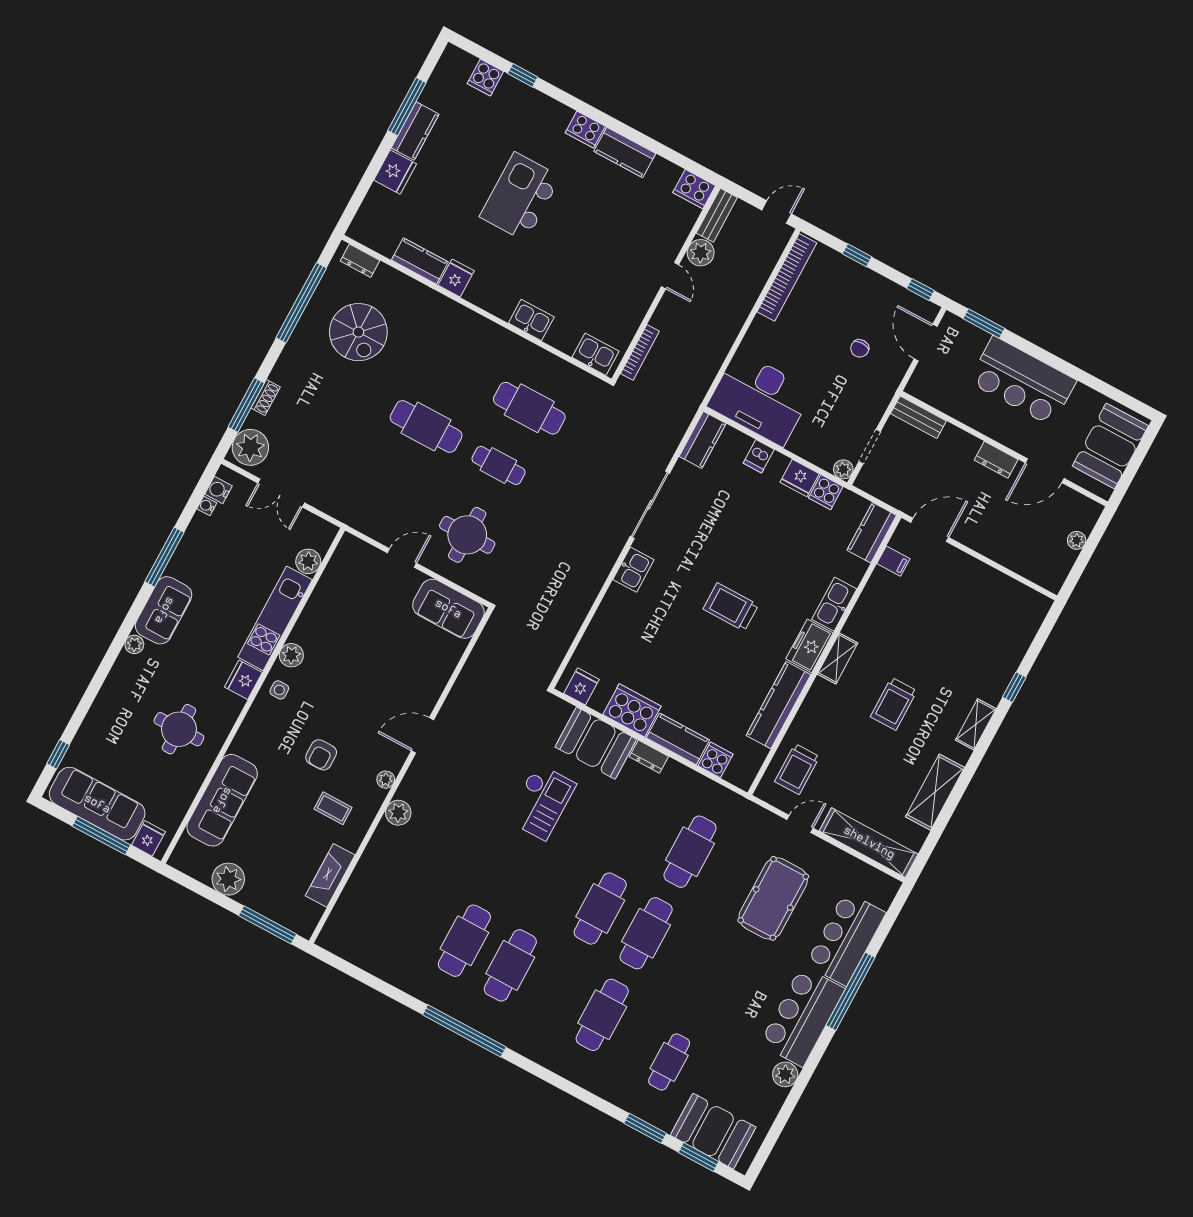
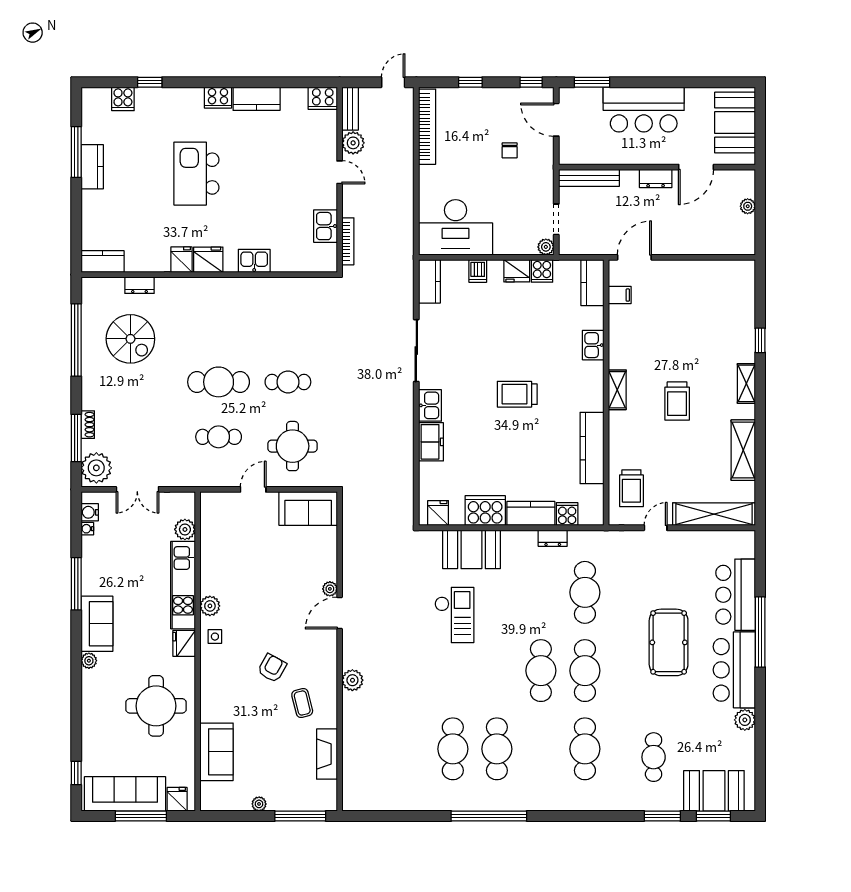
fridge: (395, 172) -> (208, 260), moved, turned -90
dresser: (360, 261) -> (140, 285), moved
kitchen counter: (420, 261) -> (103, 262), moved
kitchen sink: (595, 354) -> (325, 226), moved, turned -90
cafe table: (529, 408) -> (219, 437), moved, width x0.73, depth x0.74
bench: (918, 417) -> (589, 178), width x1.36
kitchen sink: (834, 604) -> (593, 345), width x0.73
freezer: (809, 646) -> (431, 442), moved, turned 180
round table: (179, 729) -> (156, 706), width x1.36, depth x1.36
armchair: (321, 755) -> (272, 668), turned -151
dresser: (649, 757) -> (553, 538), moved
plant: (386, 780) -> (330, 589), moved
sofa: (222, 800) -> (217, 752), width x0.73
coffee table: (333, 808) -> (302, 703), turned 76
plant: (228, 879) -> (259, 804), width x0.53, depth x0.53
pool table: (773, 898) -> (669, 642), moved

